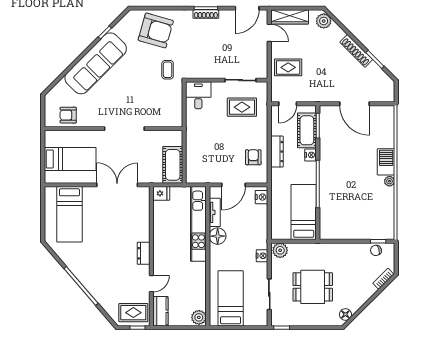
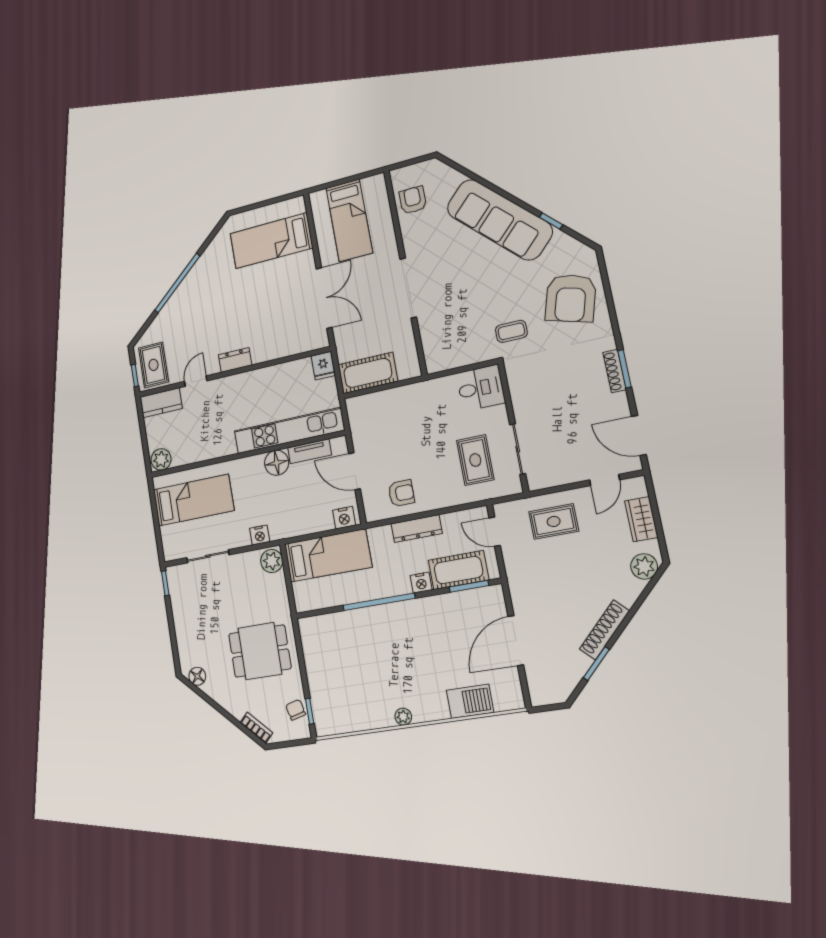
wardrobe: (290, 17) -> (641, 519), width x0.67
rug: (288, 67) -> (554, 521), turned 90
barbecue: (386, 162) -> (470, 701), moved
bed: (304, 212) -> (328, 555), moved
door: (151, 284) -> (196, 381), swing flipped
dining table: (313, 287) -> (260, 651), moved, turned 90

